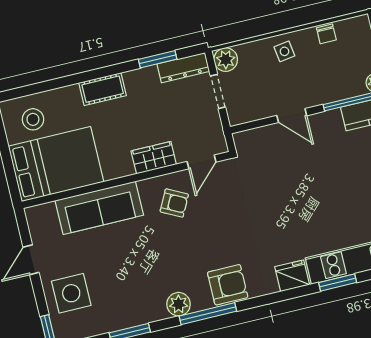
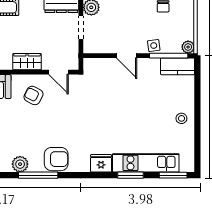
side table: (284, 51) -> (154, 46), moved
door: (202, 162) -> (58, 72), hinge flipped
armchair: (174, 203) -> (34, 95), turned 180

